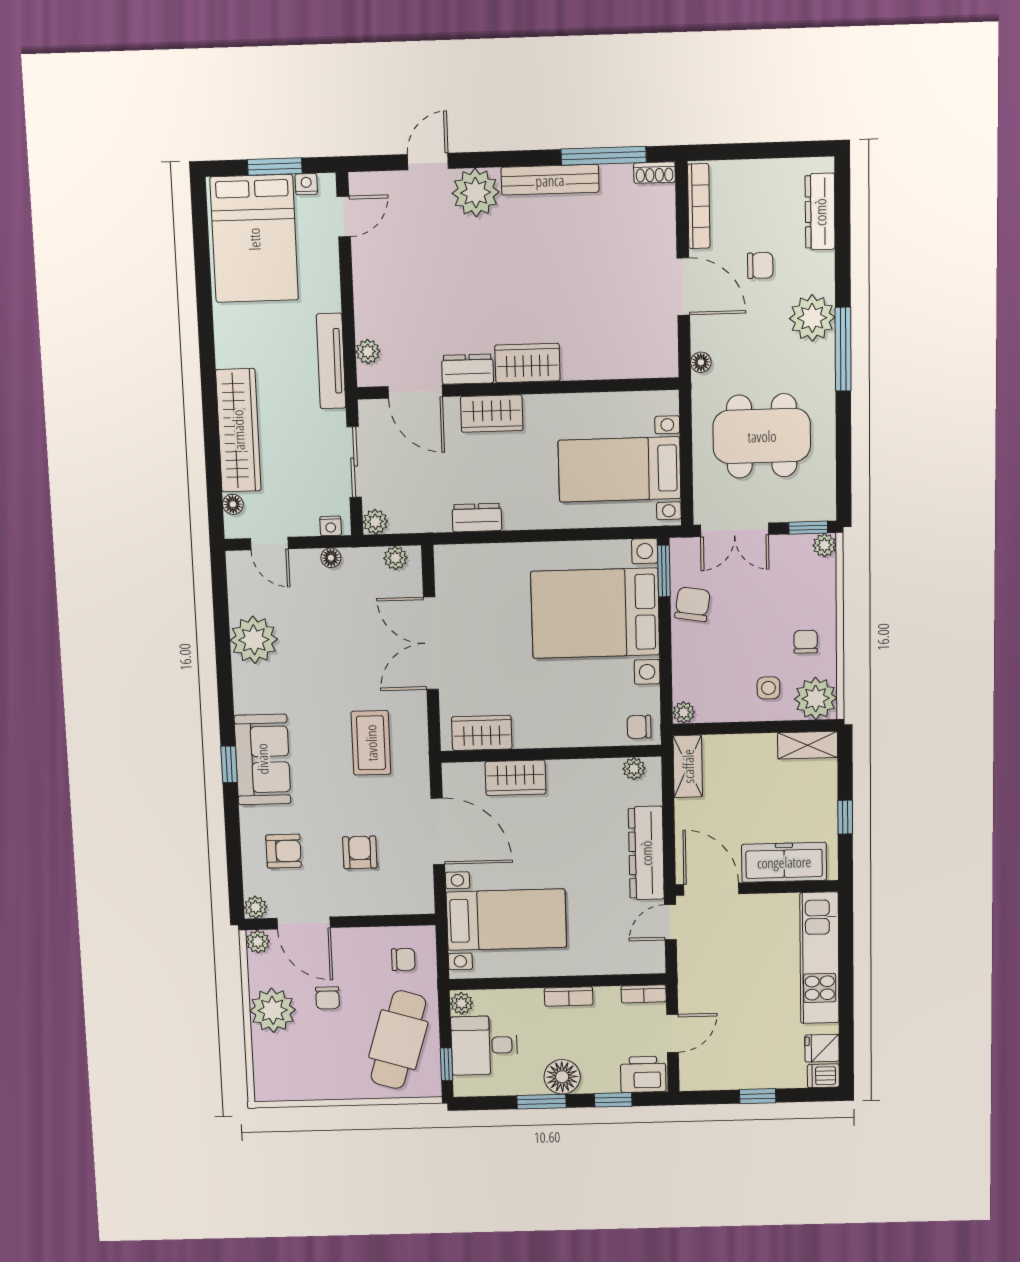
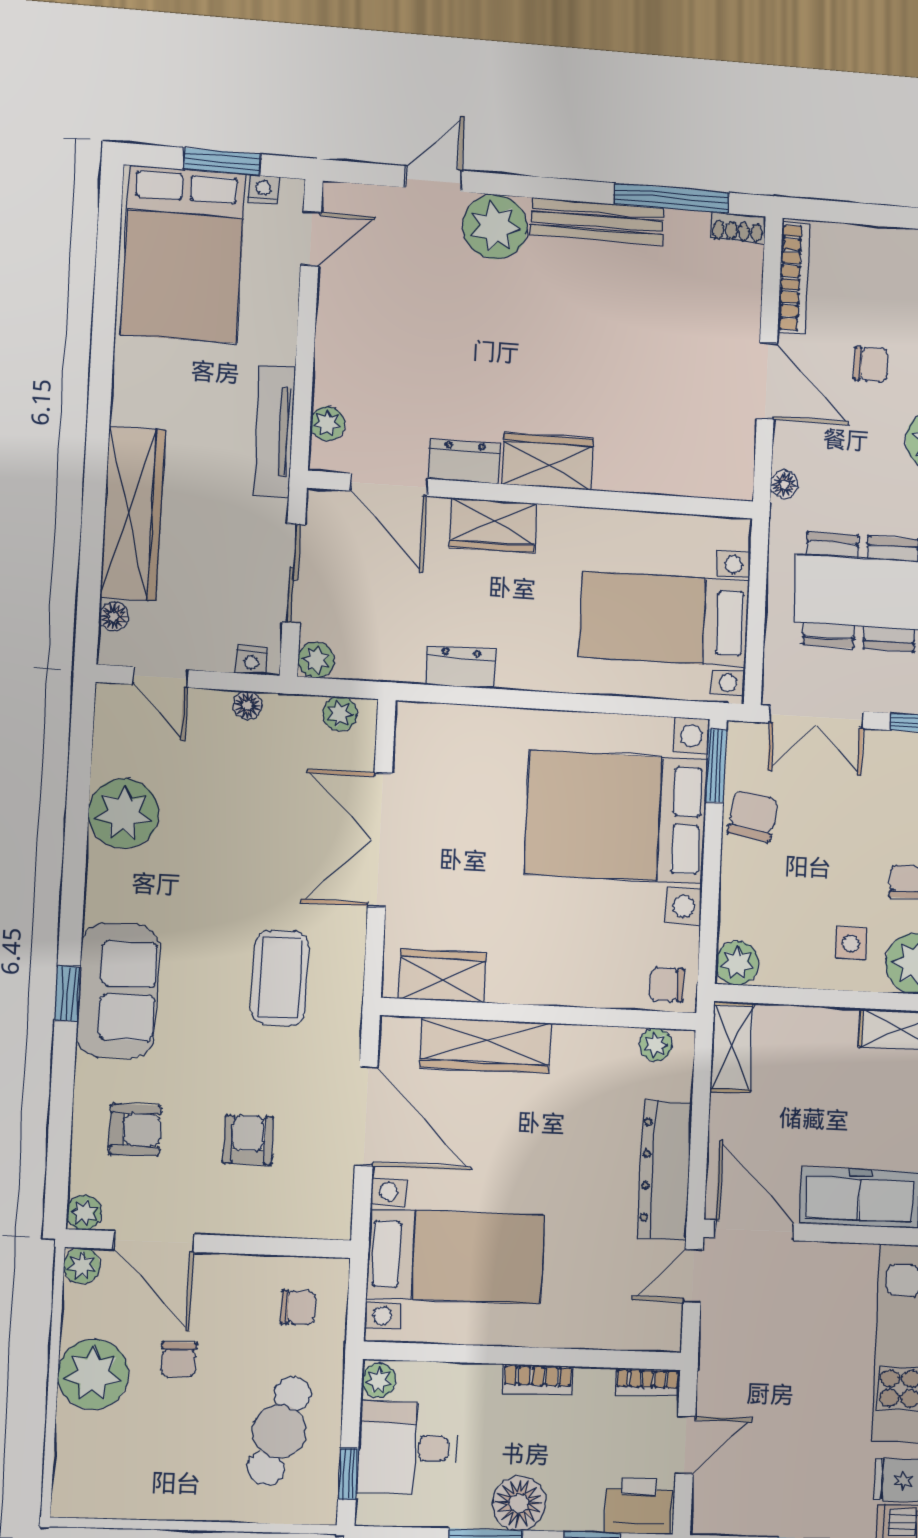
plant: (684, 712) -> (737, 963), width x1.38, depth x1.38
wardrobe: (516, 778) -> (485, 1045), width x1.50
cafe table: (398, 1040) -> (279, 1431), width x0.73, depth x0.74

